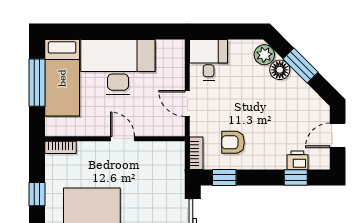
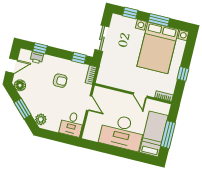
floor lamp: (280, 70) -> (20, 85), moved
door: (122, 139) -> (140, 95), moved
armchair: (233, 142) -> (60, 81), moved

